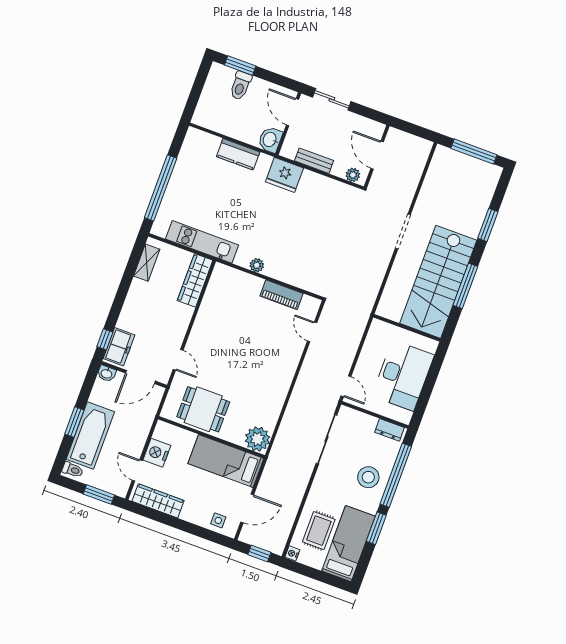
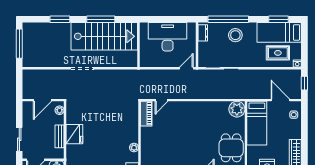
fridge: (284, 175) -> (74, 134), moved
piano: (281, 295) -> (146, 114), moved
window: (376, 528) -> (279, 19), moved

